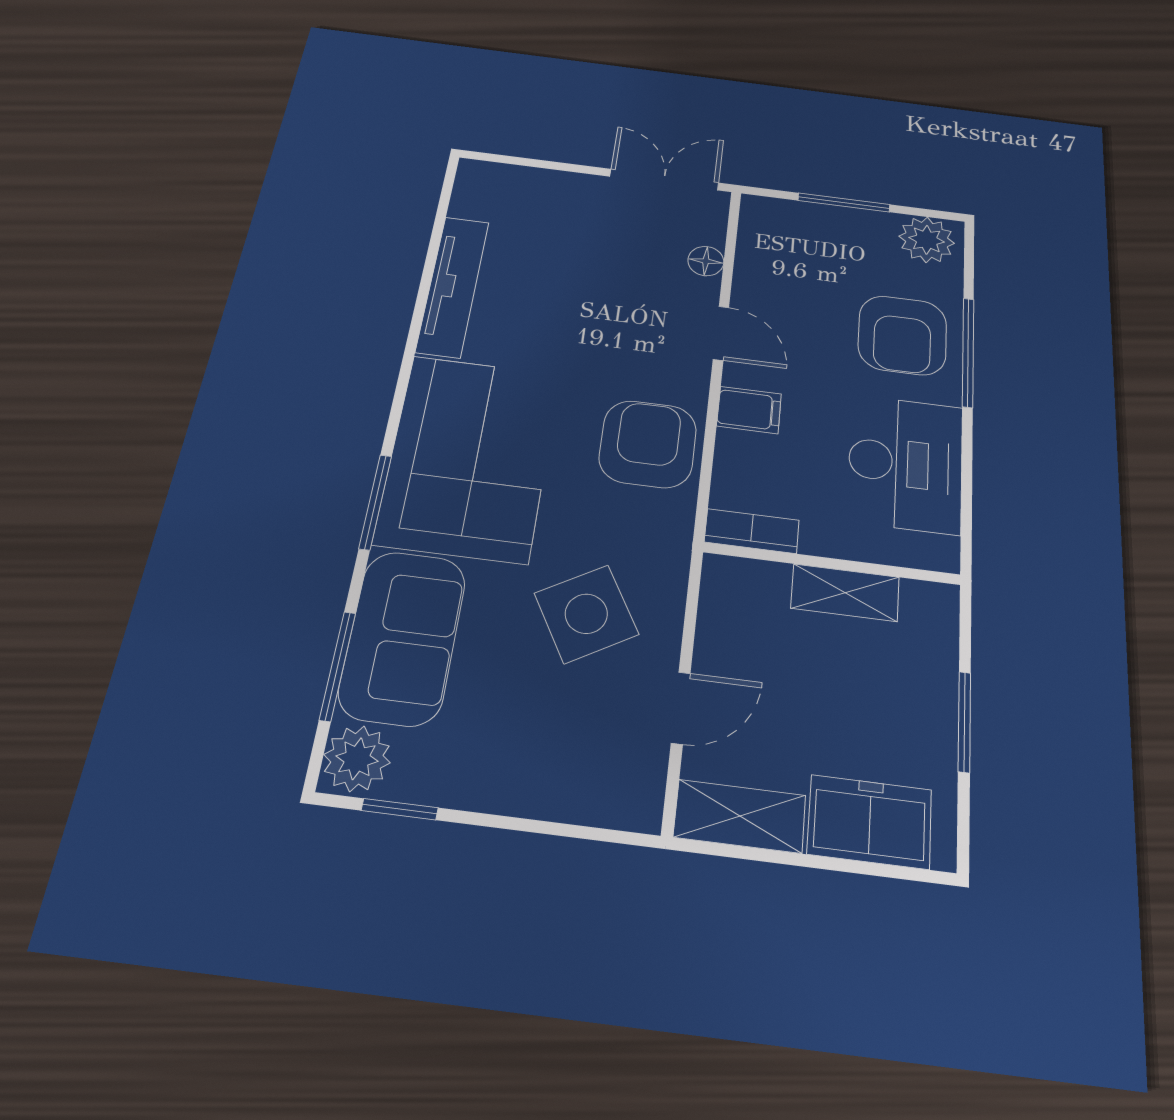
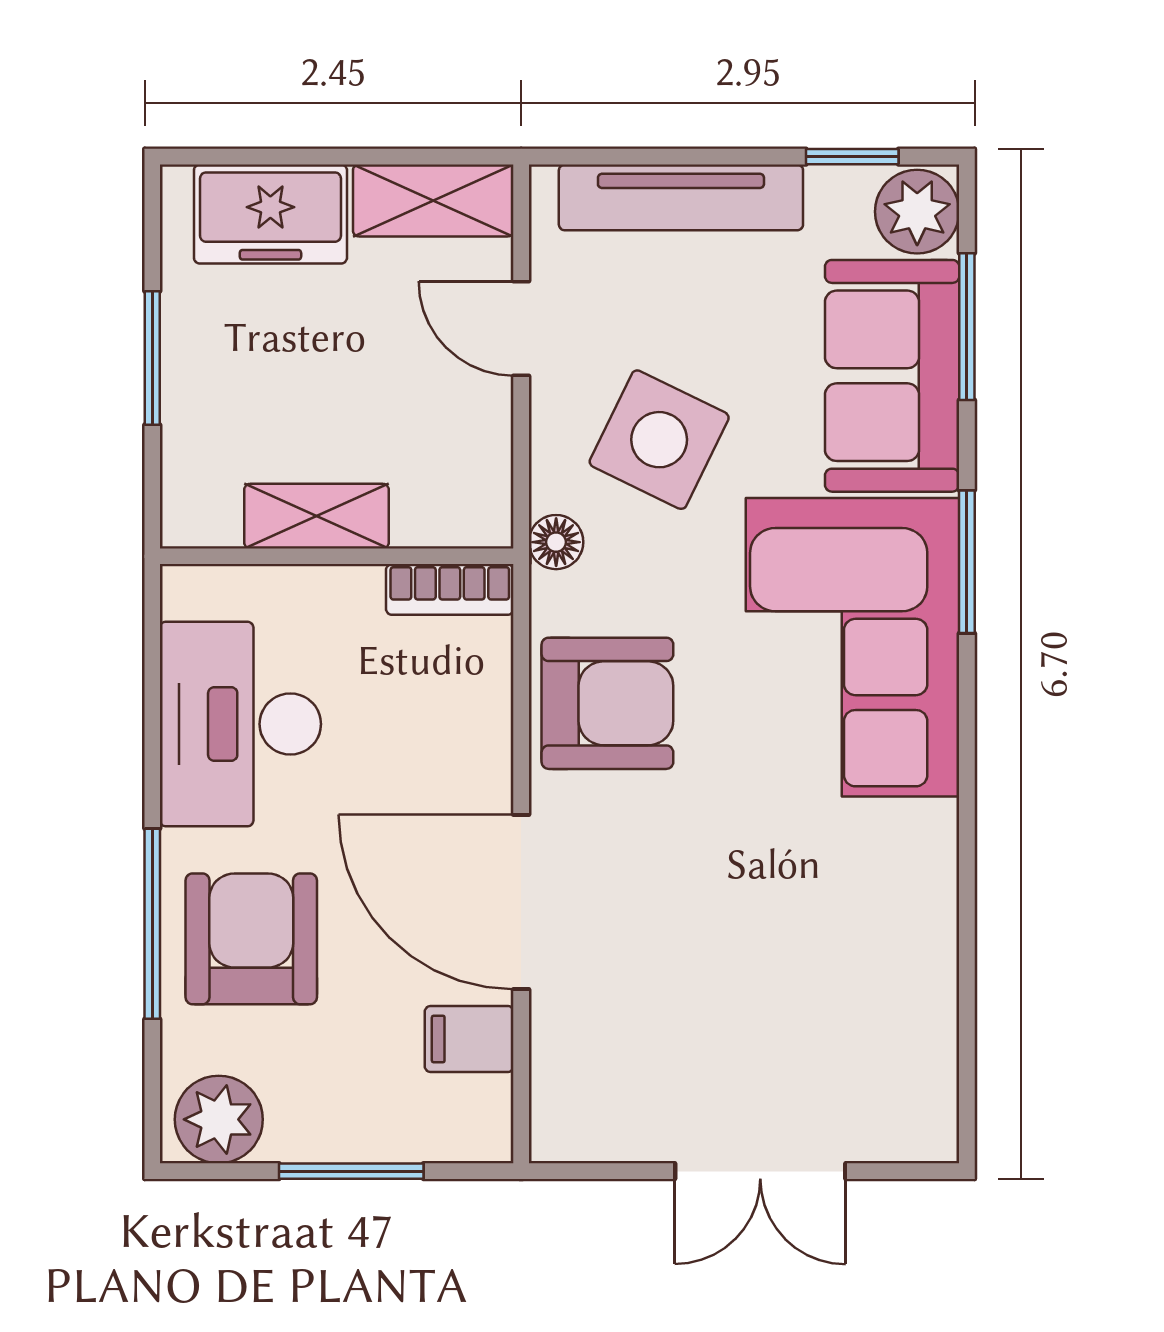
double door: (664, 180) -> (760, 1171), moved
floor lamp: (706, 261) -> (556, 542), moved
tv unit: (453, 286) -> (681, 197), moved, turned -90
door: (721, 333) -> (521, 902), width x1.88
filing cabinet: (749, 410) -> (469, 1039), moved
armchair: (648, 444) -> (607, 703), turned -90
side table: (586, 614) -> (659, 440), turned -34
door: (681, 708) -> (521, 328), hinge flipped

